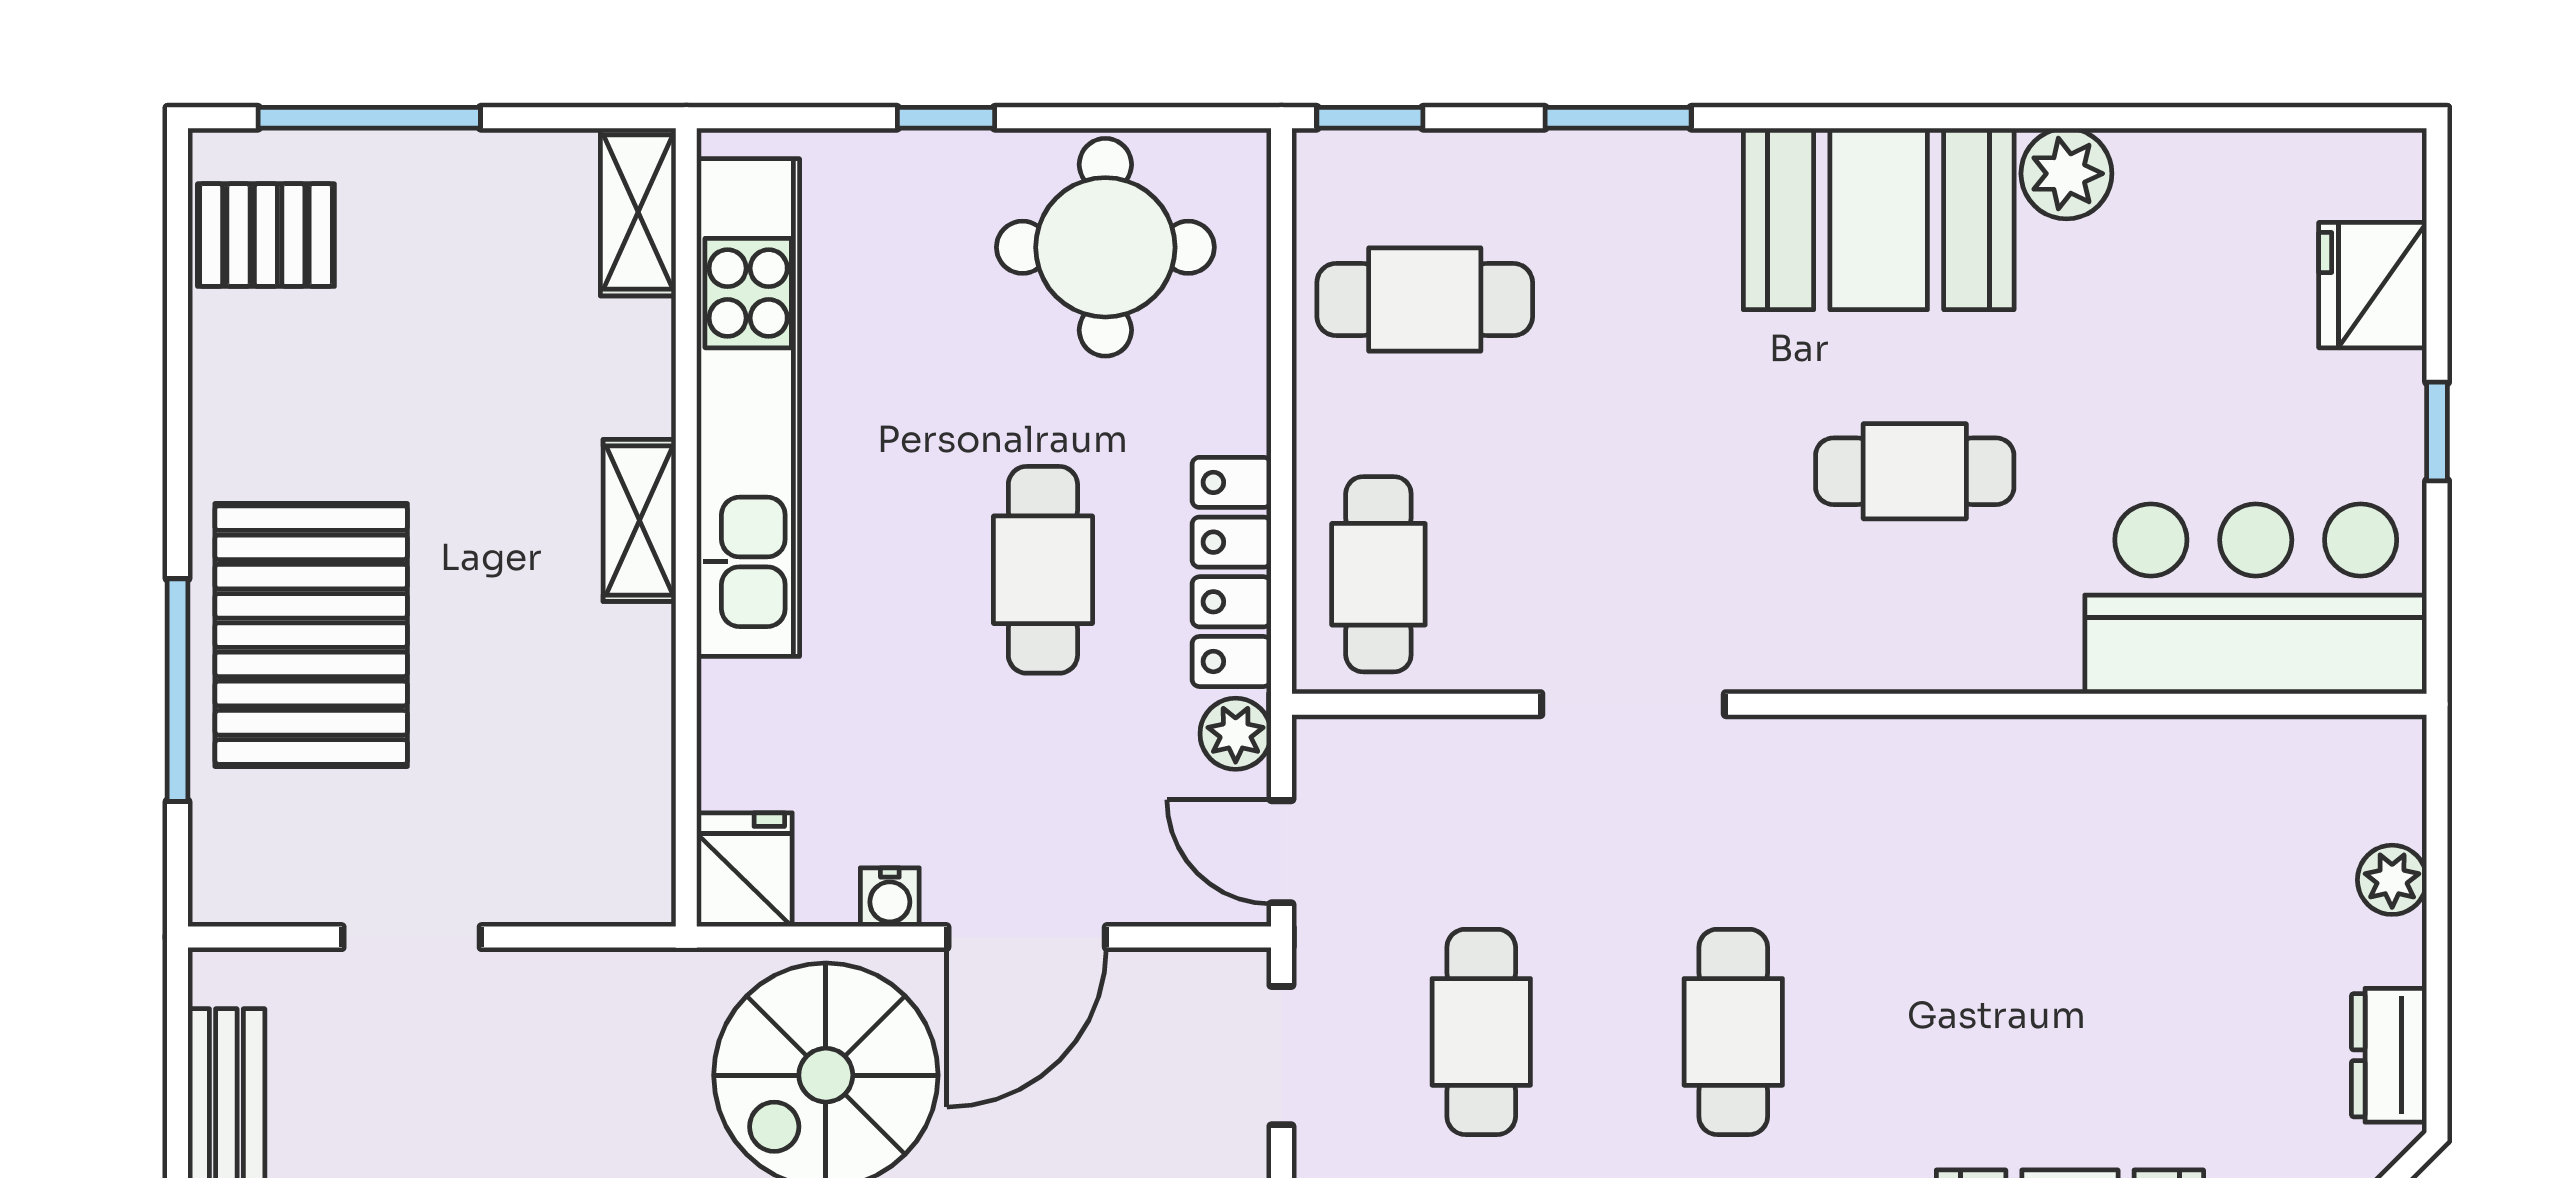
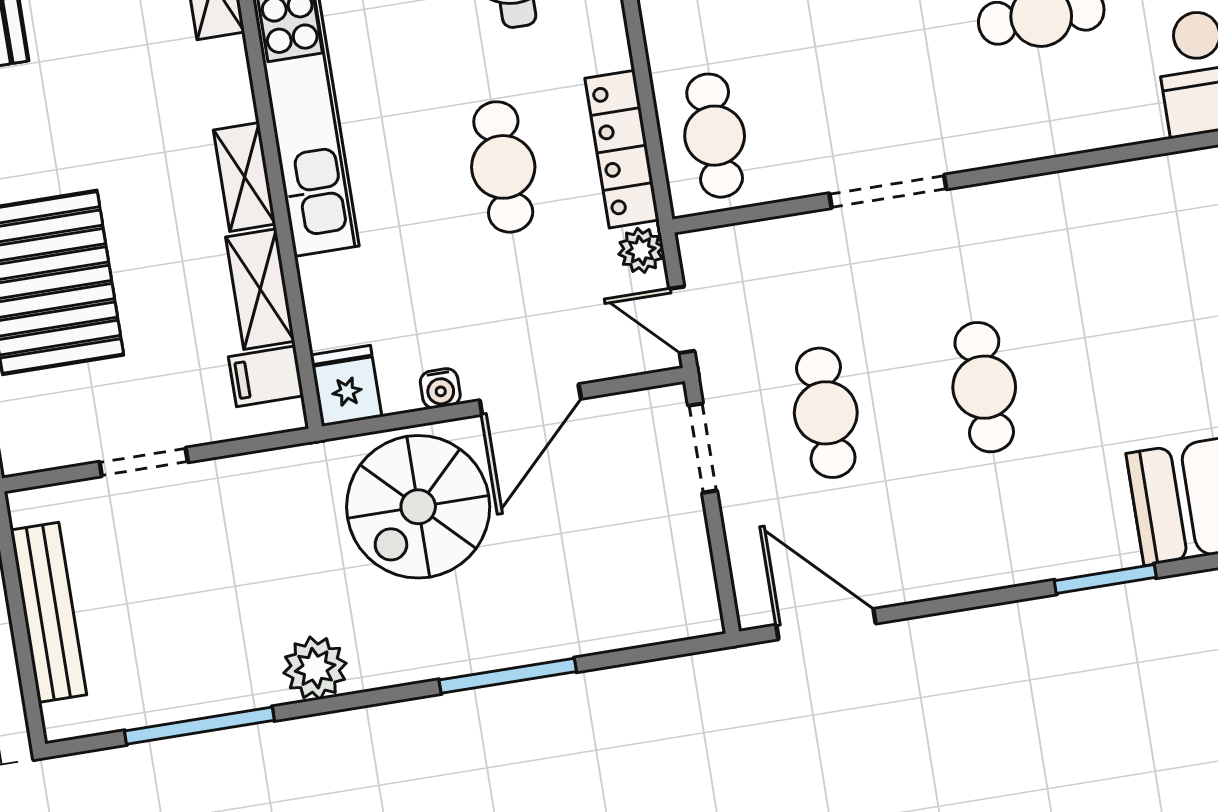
shelving: (636, 698) -> (260, 289), added
filing cabinet: (623, 835) -> (266, 376), added

